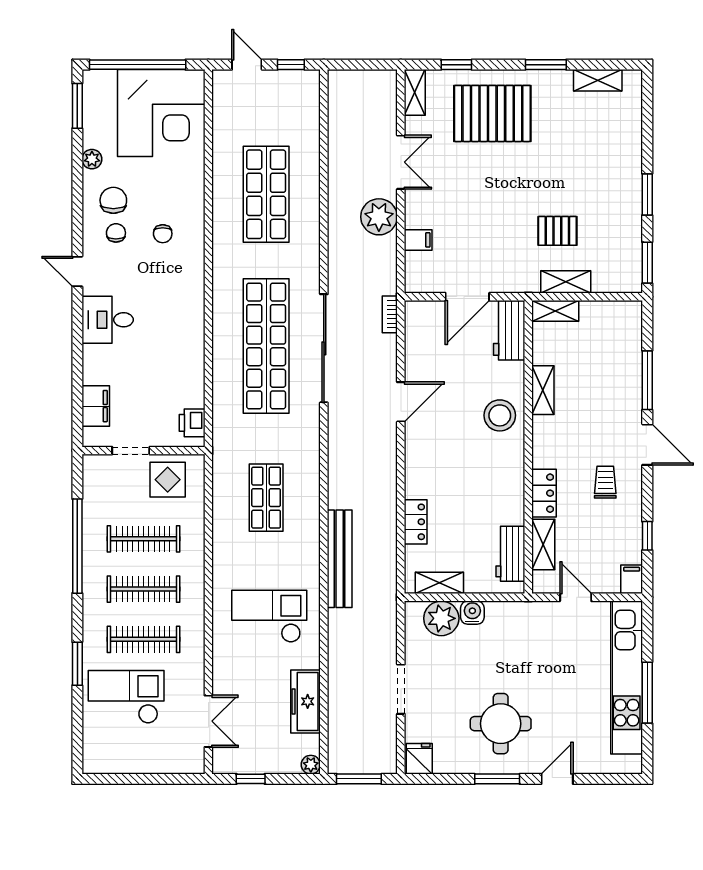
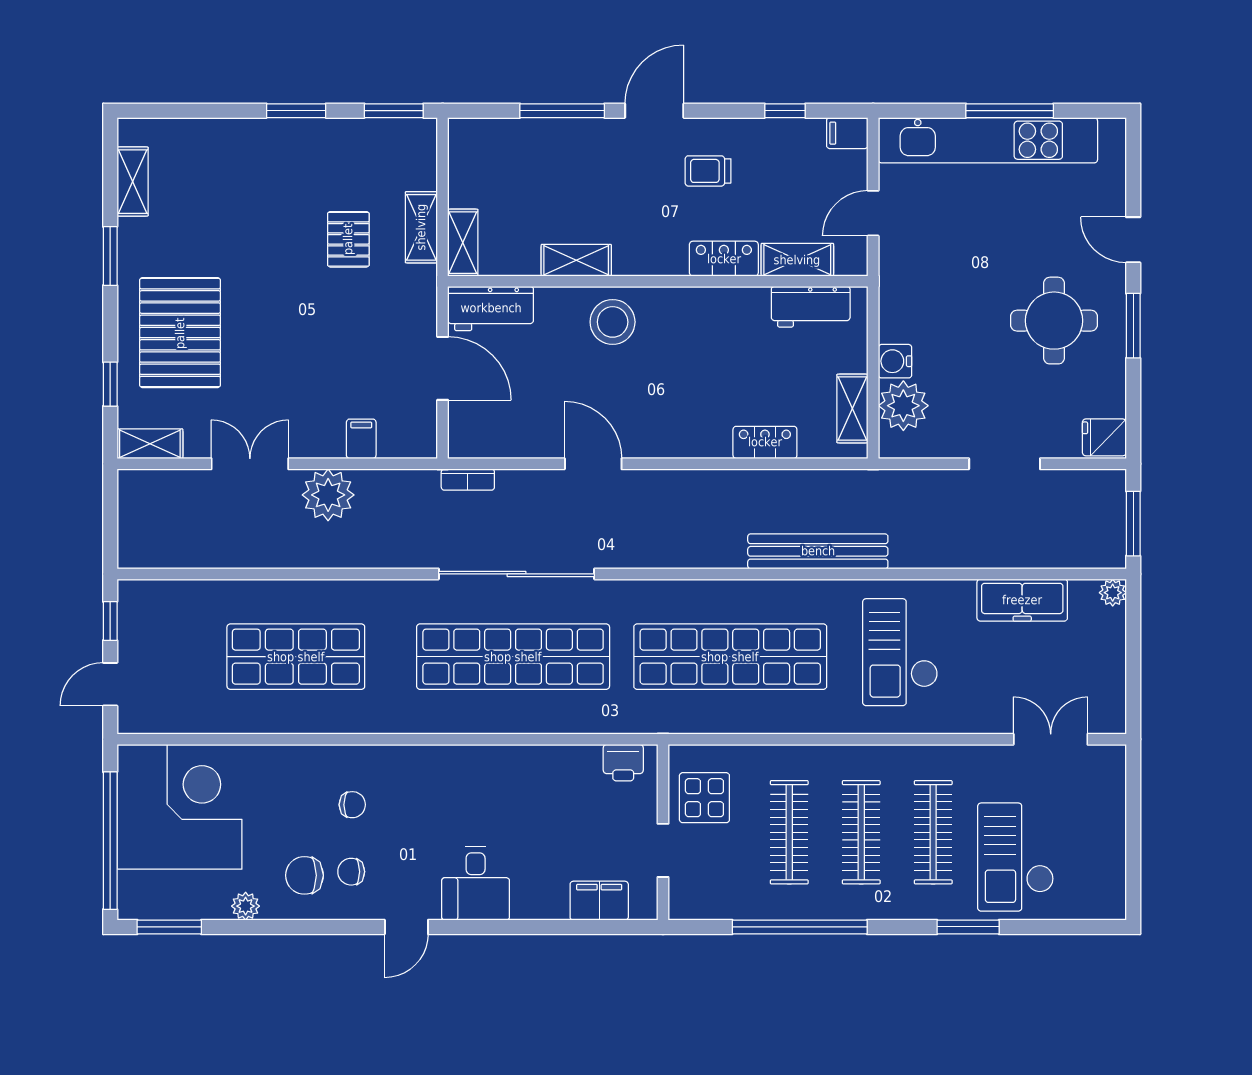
shop shelf: (266, 498) -> (730, 657), width x2.00, depth x1.36
window: (251, 779) -> (1133, 679), removed

